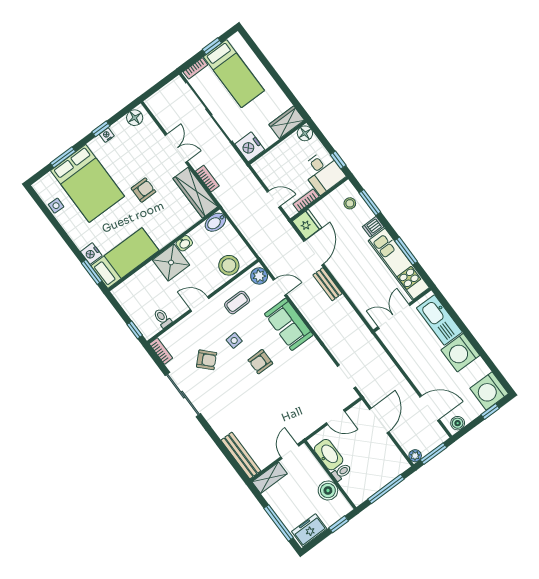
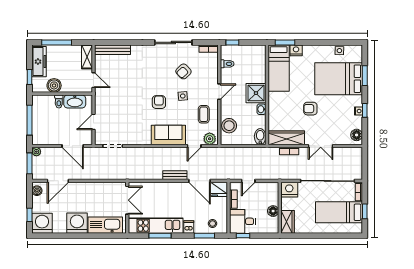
floor lamp: (305, 133) -> (273, 211), moved
armchair: (143, 190) -> (310, 109), turned 90
freezer: (309, 530) -> (39, 62), width x1.40

